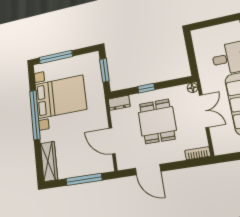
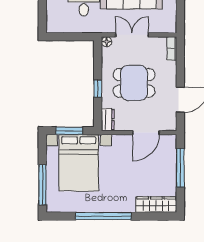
bed with nightstands: (61, 97) -> (79, 163), moved, turned 180

